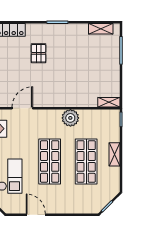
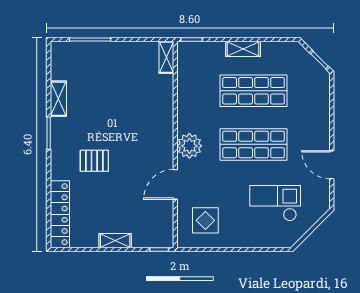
shelving: (101, 29) -> (58, 99), moved
door: (22, 108) -> (175, 184), hinge flipped
plant: (70, 118) -> (189, 146), moved
door: (36, 215) -> (332, 165), hinge flipped

